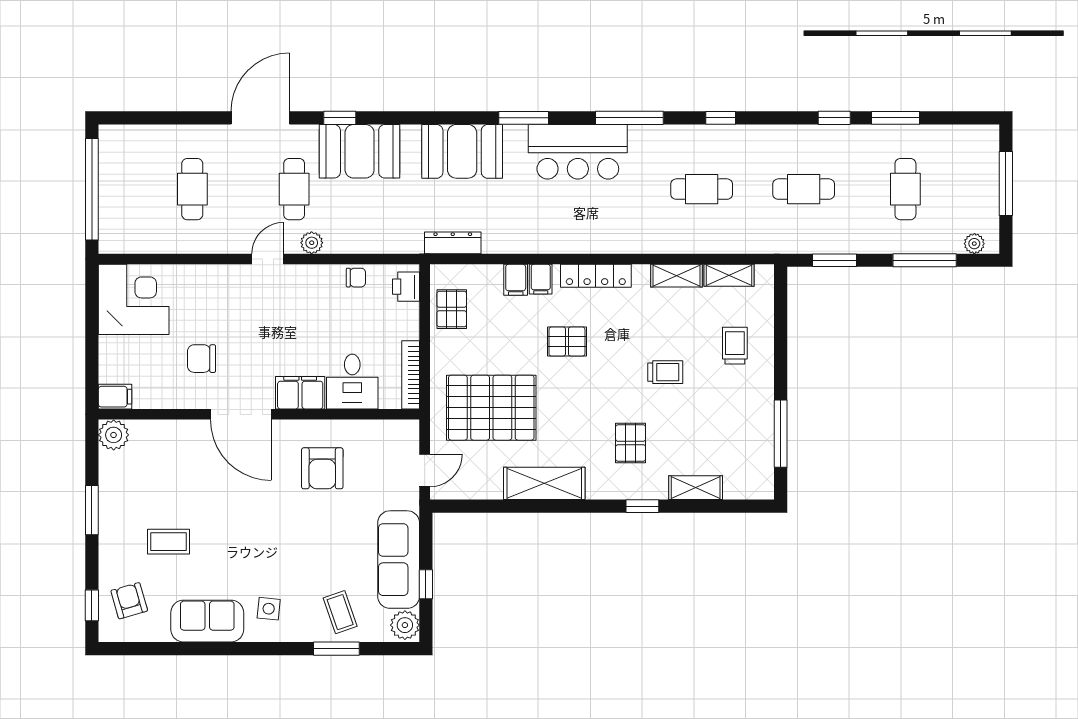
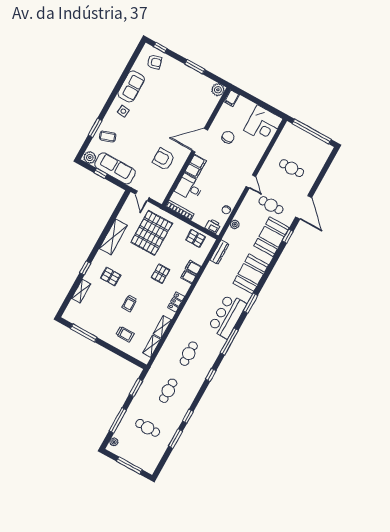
plant: (312, 243) -> (235, 224), moved
locker: (596, 276) -> (176, 302), width x0.66
coffee table: (168, 542) -> (168, 88), removed

